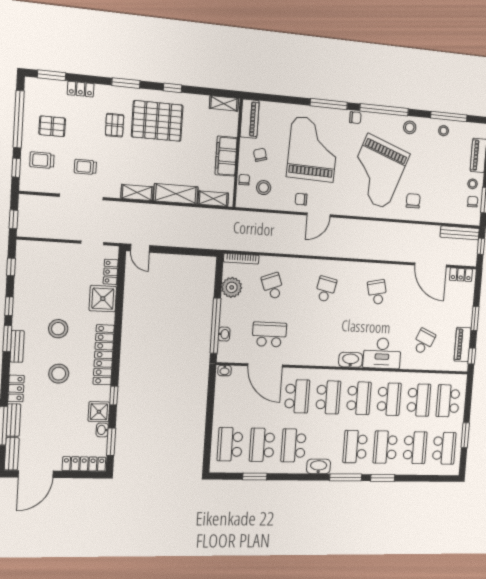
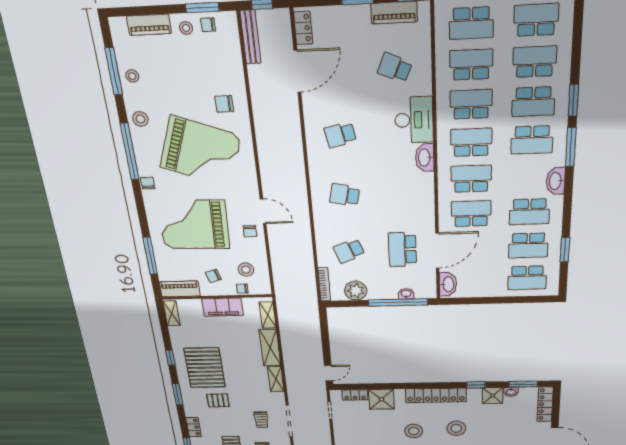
window: (329, 104) -> (150, 256), moved
washbasin: (225, 371) -> (448, 284), width x1.91, depth x1.45

